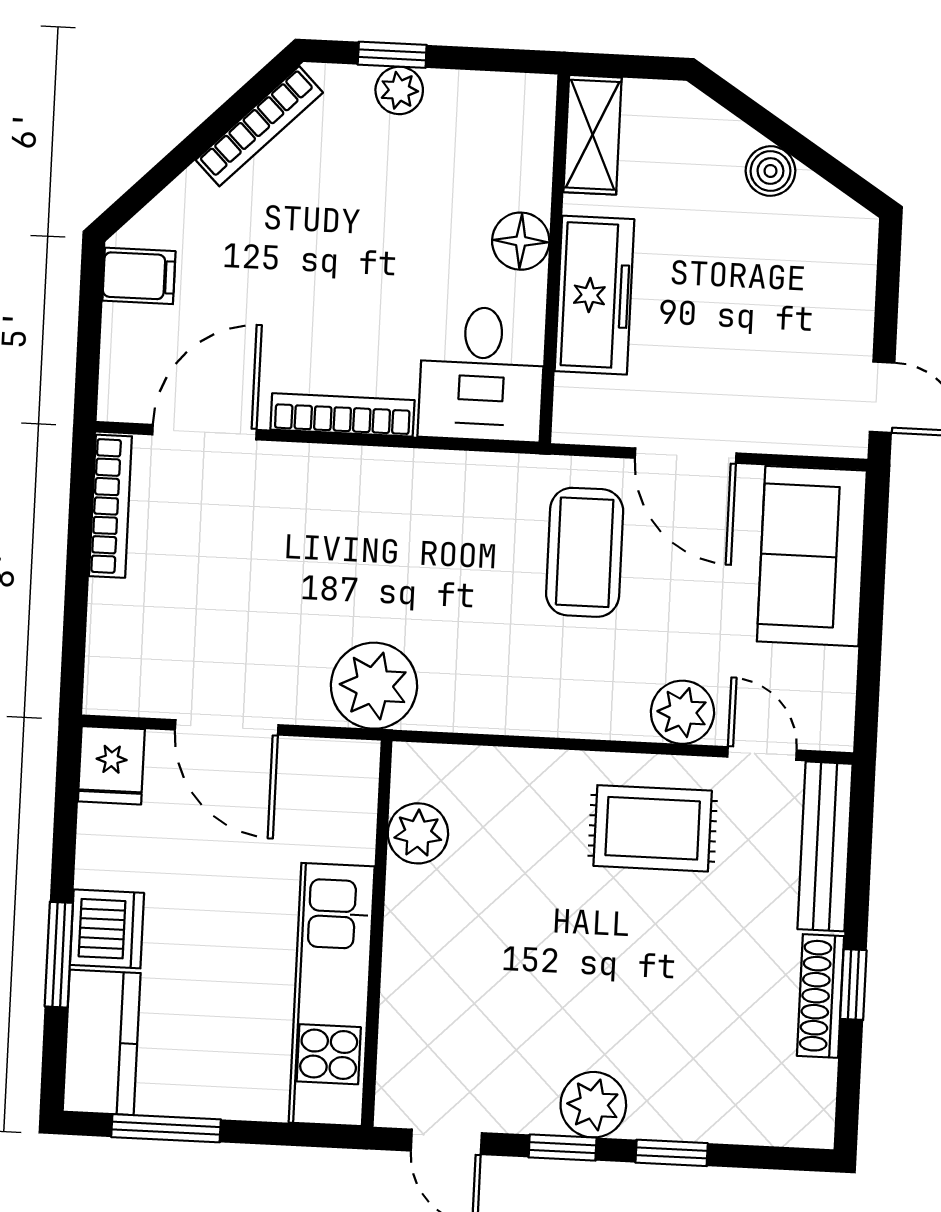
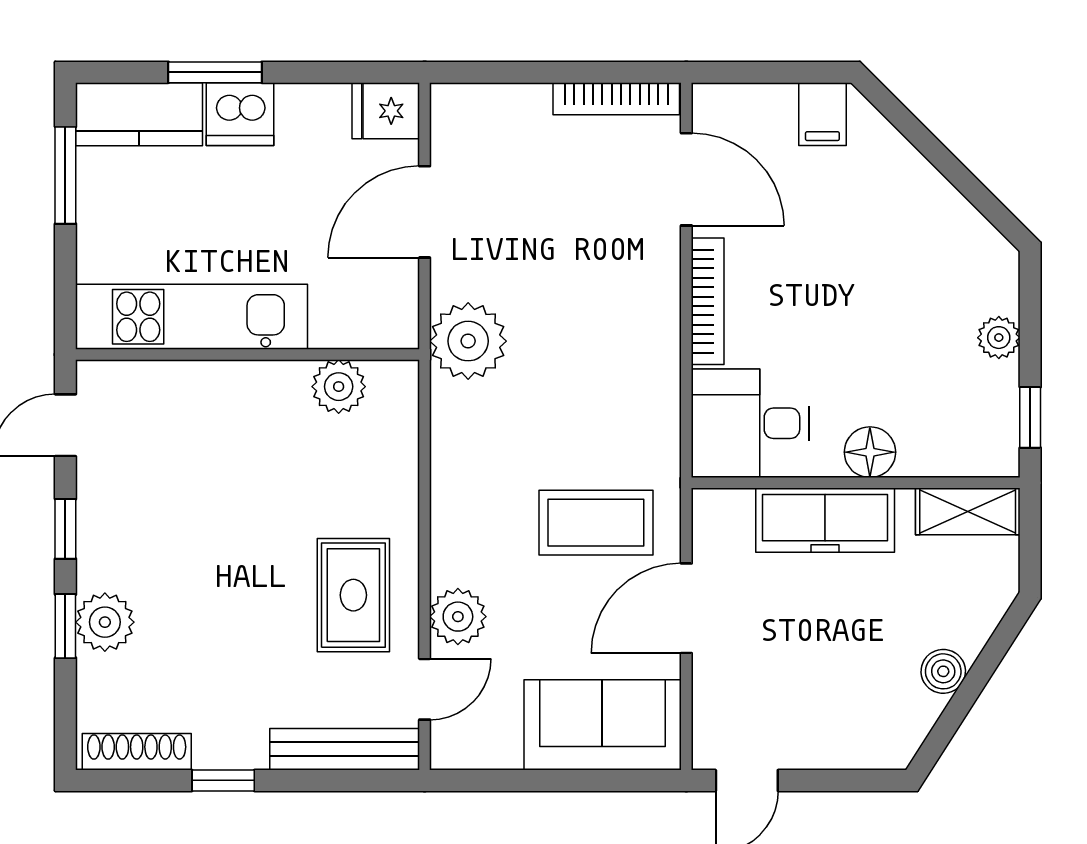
window: (392, 55) -> (1030, 417), moved
bookcase: (259, 126) -> (961, 215), removed
shoe rack: (821, 996) -> (137, 752), moved
plant: (593, 1105) -> (105, 622), moved

